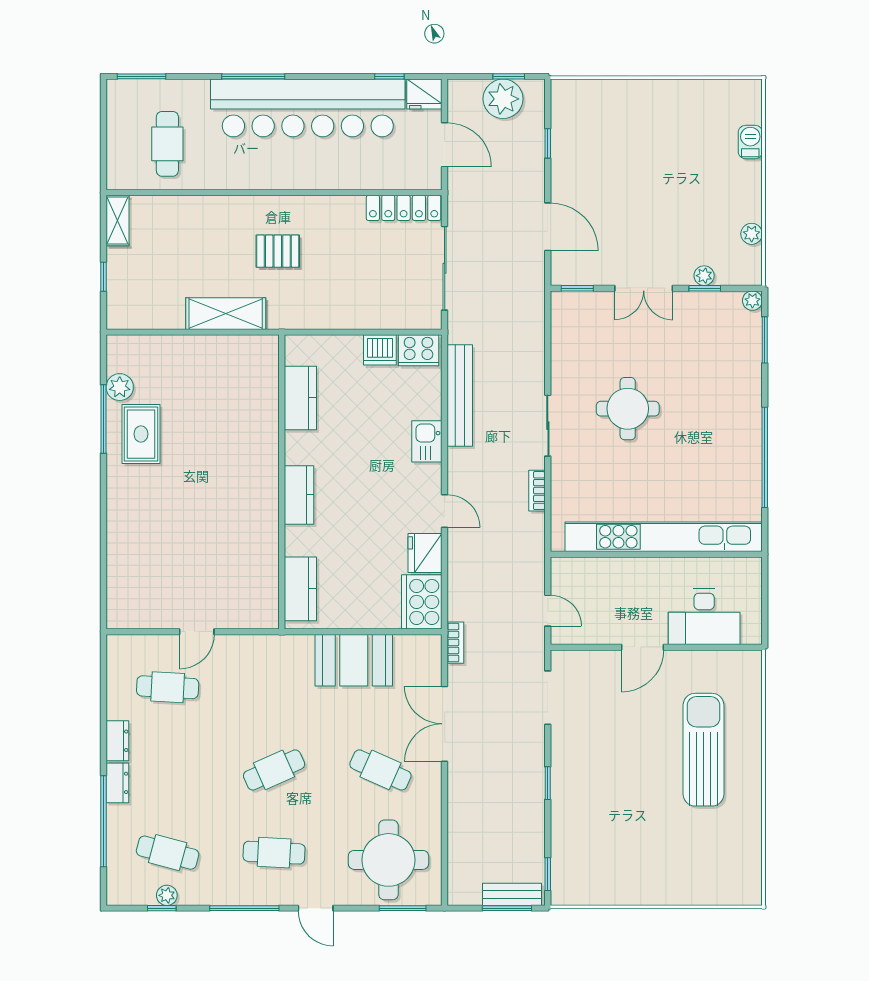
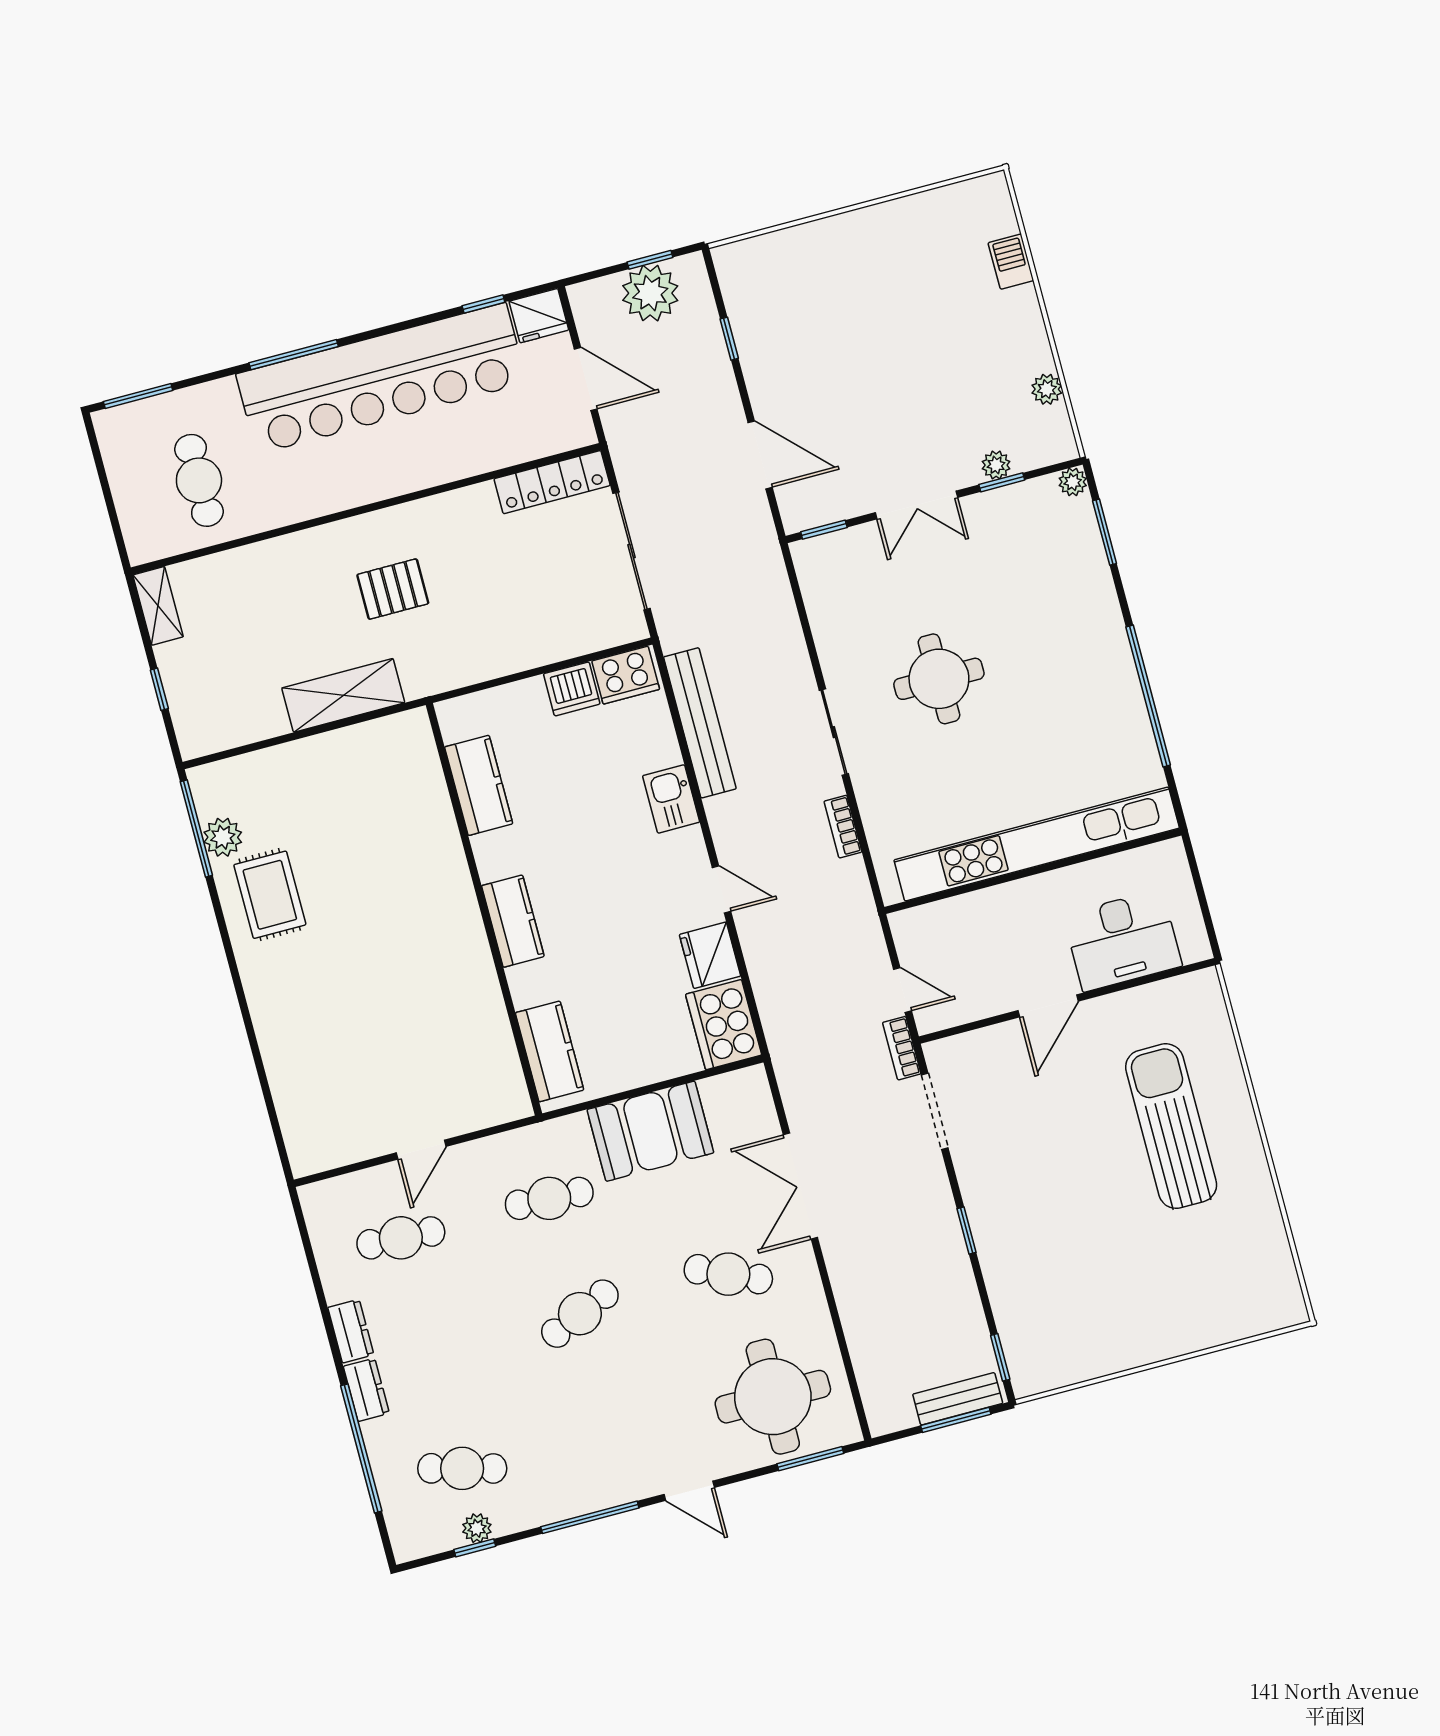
window: (104, 419) -> (196, 828), moved
bookcase: (455, 643) -> (902, 1048), moved, turned 180
cafe table: (274, 853) -> (549, 1198), moved

